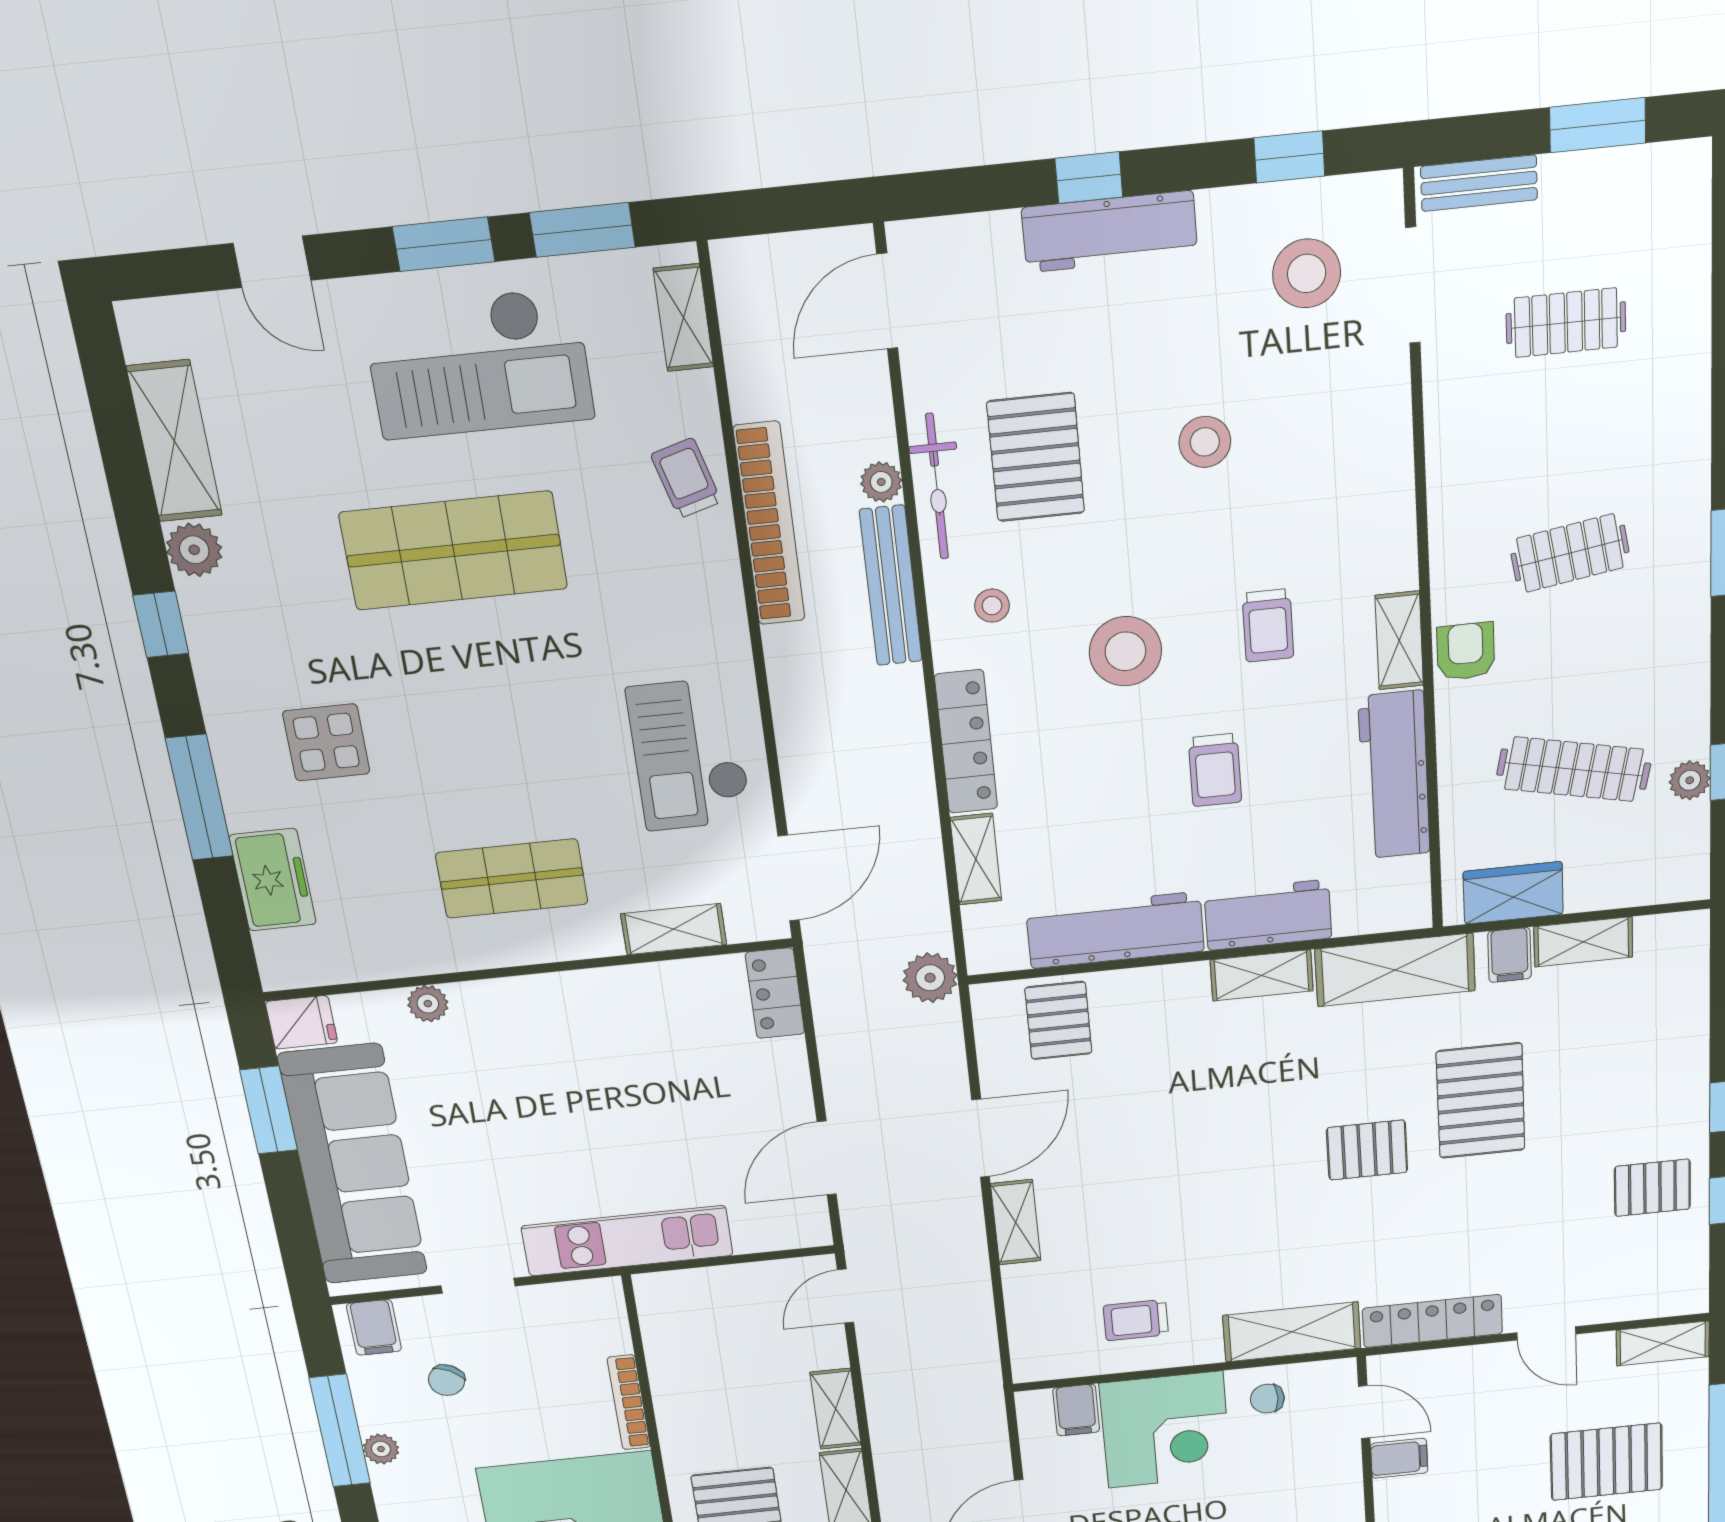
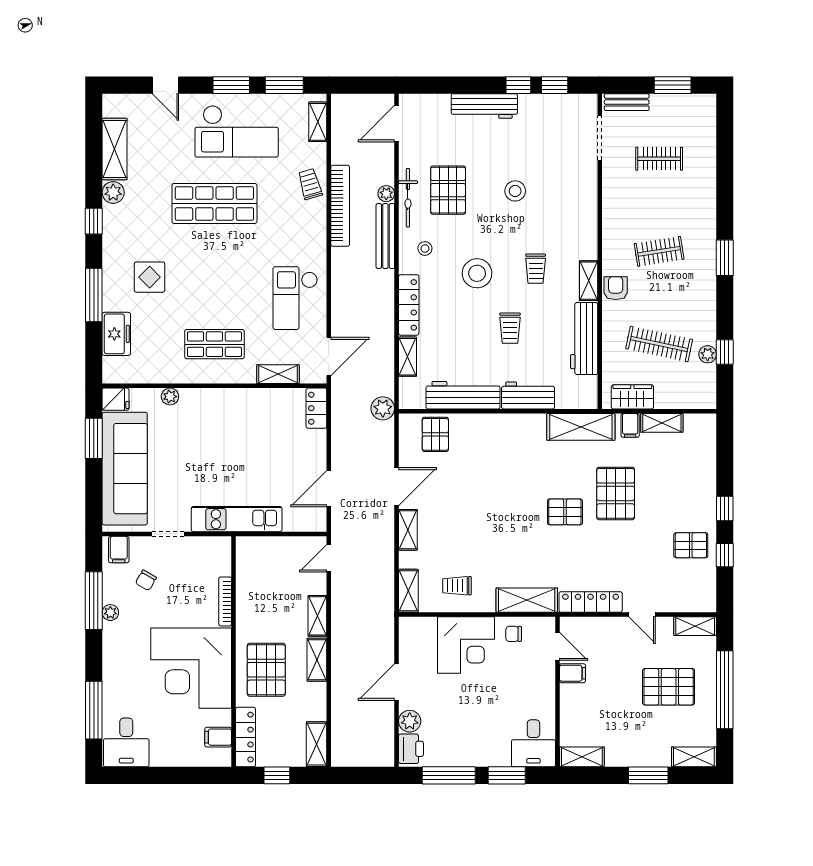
window: (1089, 178) -> (518, 85), moved
stool: (1307, 273) -> (559, 129), removed
shelving: (1262, 975) -> (408, 591), moved, turned 90
filing cabinet: (1076, 1410) -> (426, 630), removed

